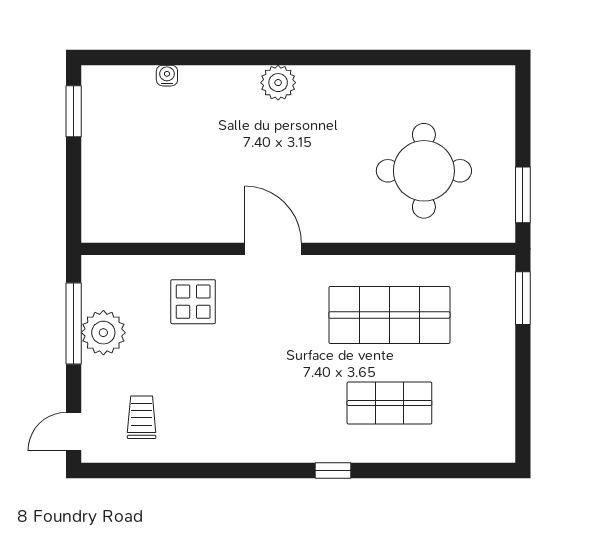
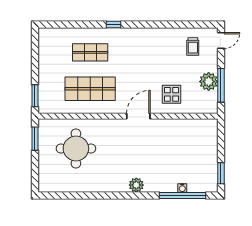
window: (166, 57) -> (183, 195), added
door: (273, 249) -> (138, 116), swing flipped

